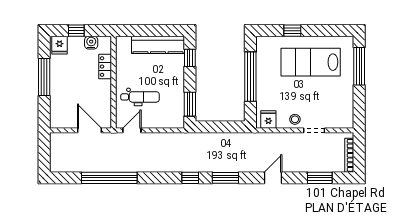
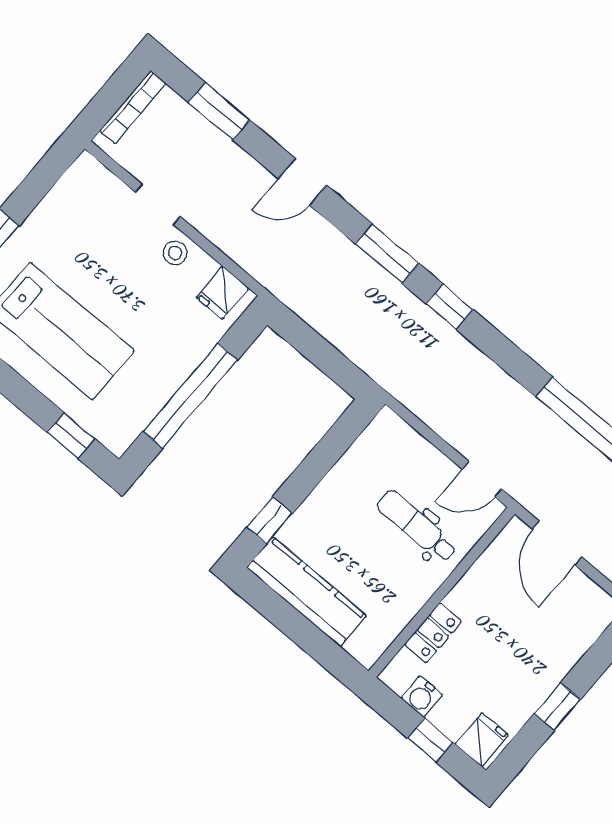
window: (292, 31) -> (71, 436), moved
window: (44, 77) -> (557, 707), width x0.46
window: (190, 104) -> (339, 438), removed

